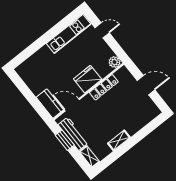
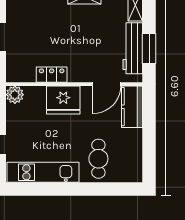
cafe table: (46, 63) -> (98, 159), added
locker: (104, 87) -> (52, 75), width x0.66
door: (72, 105) -> (107, 84), hinge flipped

